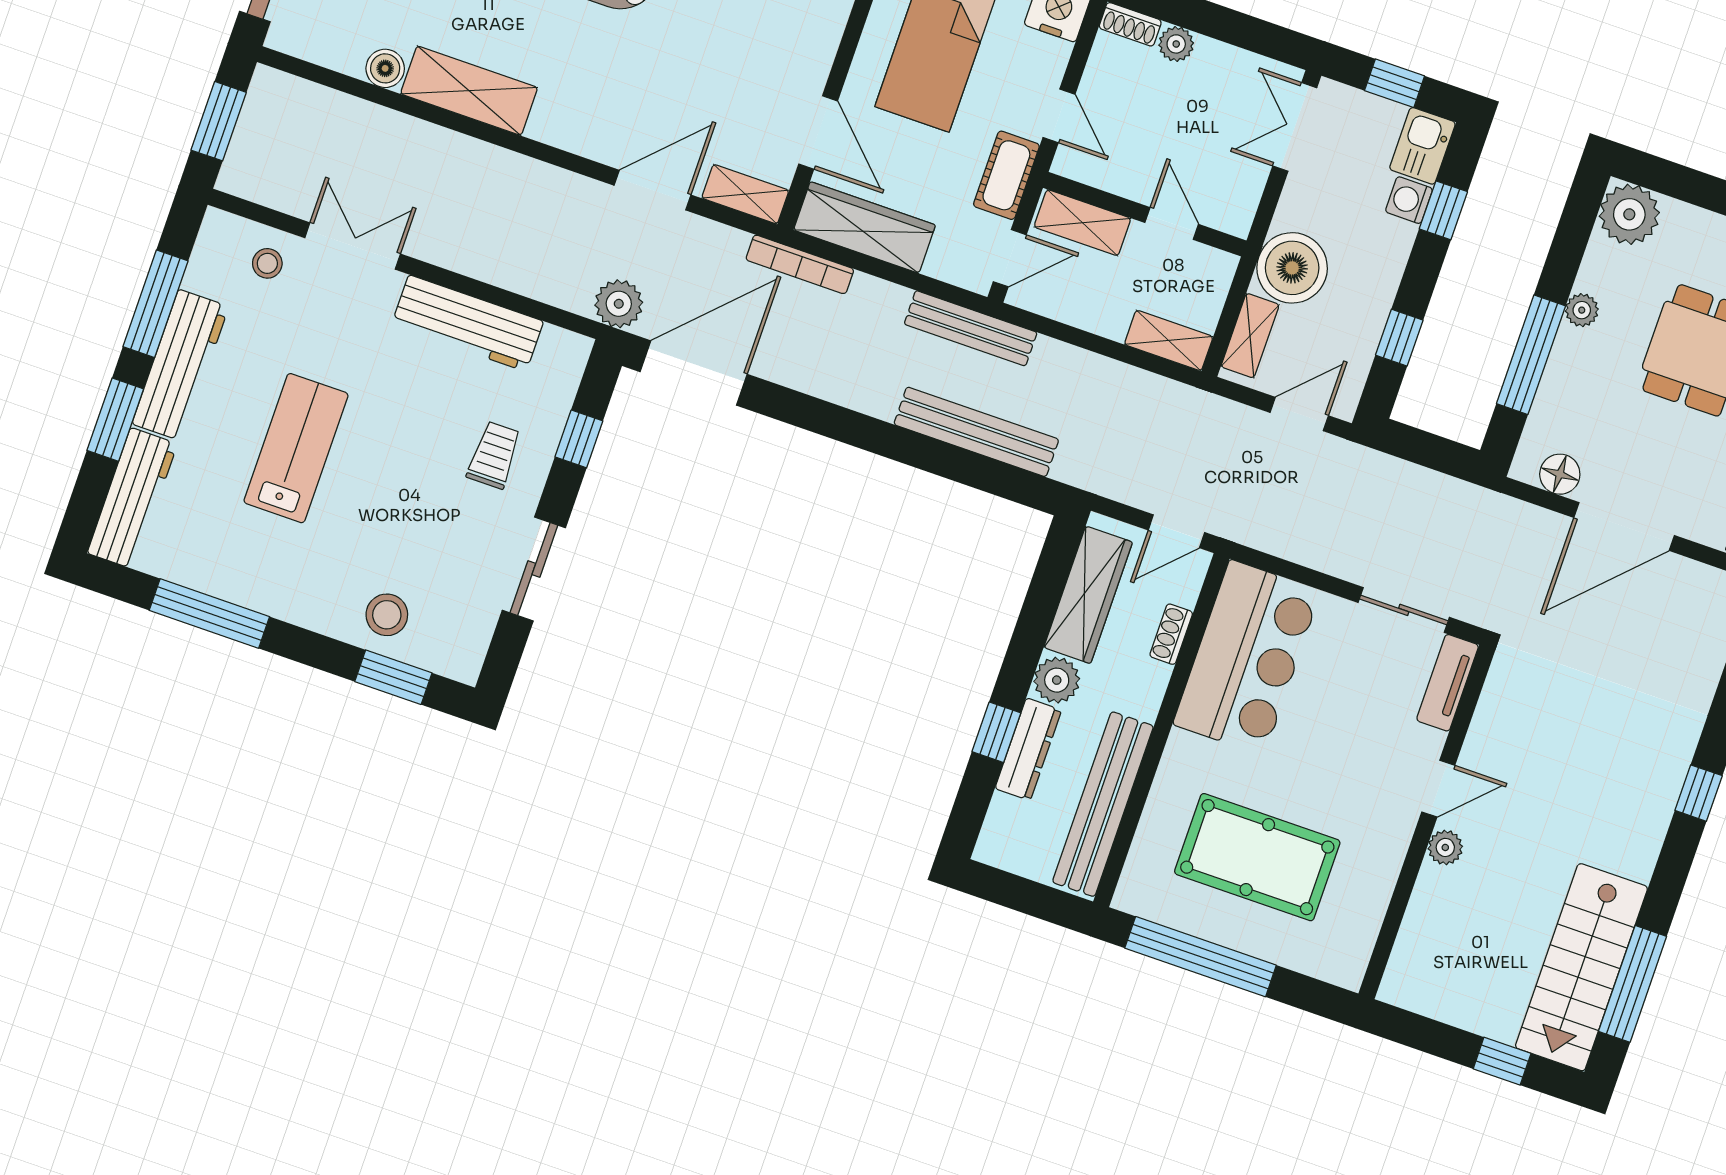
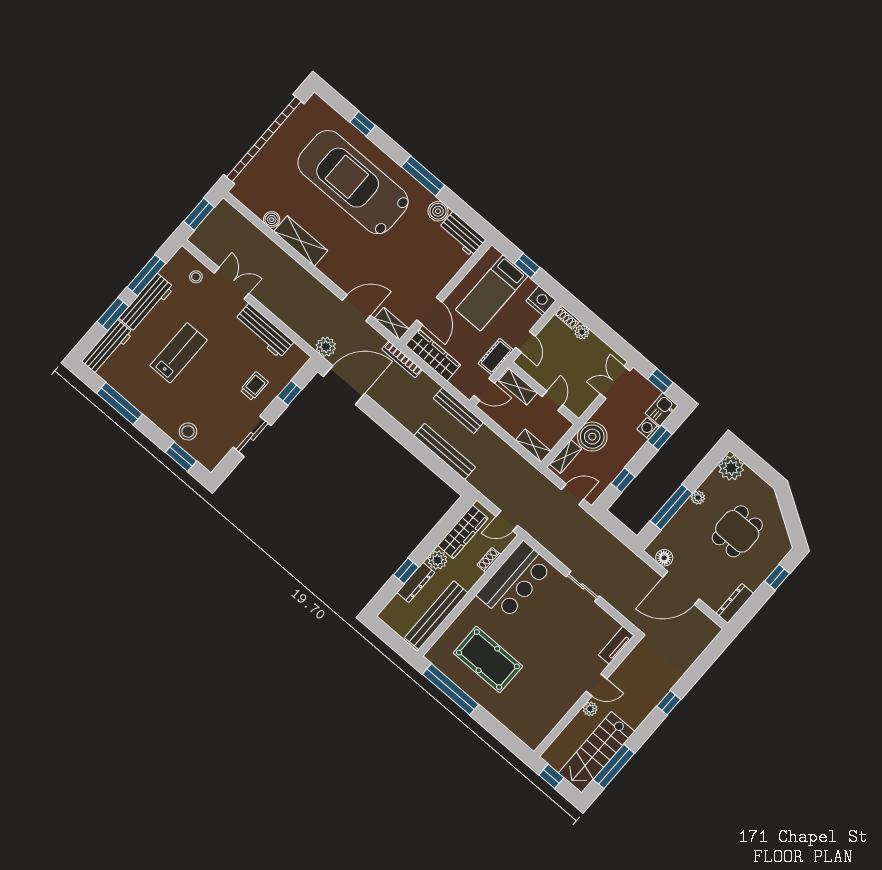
tv unit: (1448, 683) -> (616, 645), moved
door: (1438, 789) -> (596, 685), moved
wall: (1427, 822) -> (587, 696), moved
plant: (1445, 847) -> (590, 709), moved

